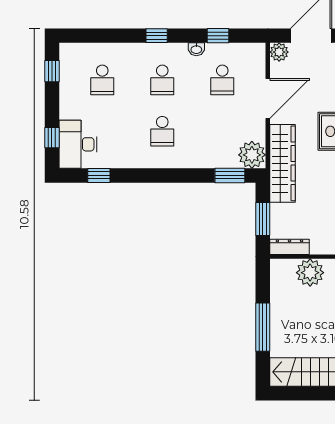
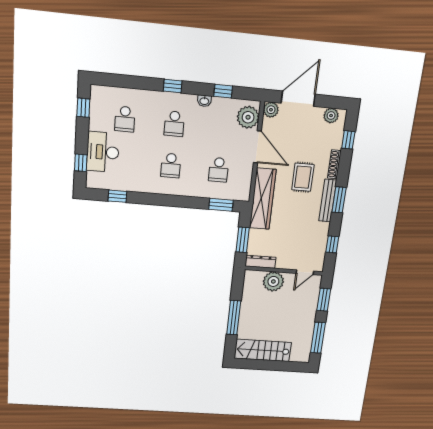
school desk: (222, 80) -> (219, 170), moved
door: (268, 99) -> (257, 147), hinge flipped
desk: (78, 144) -> (103, 152), moved
plant: (252, 155) -> (248, 117), moved

